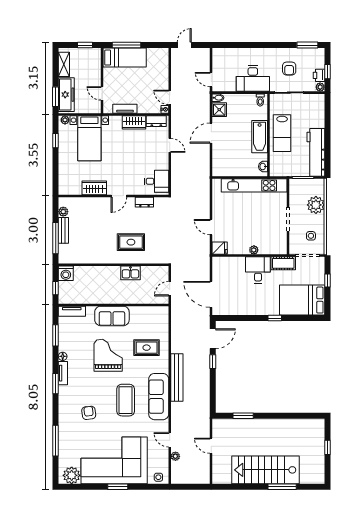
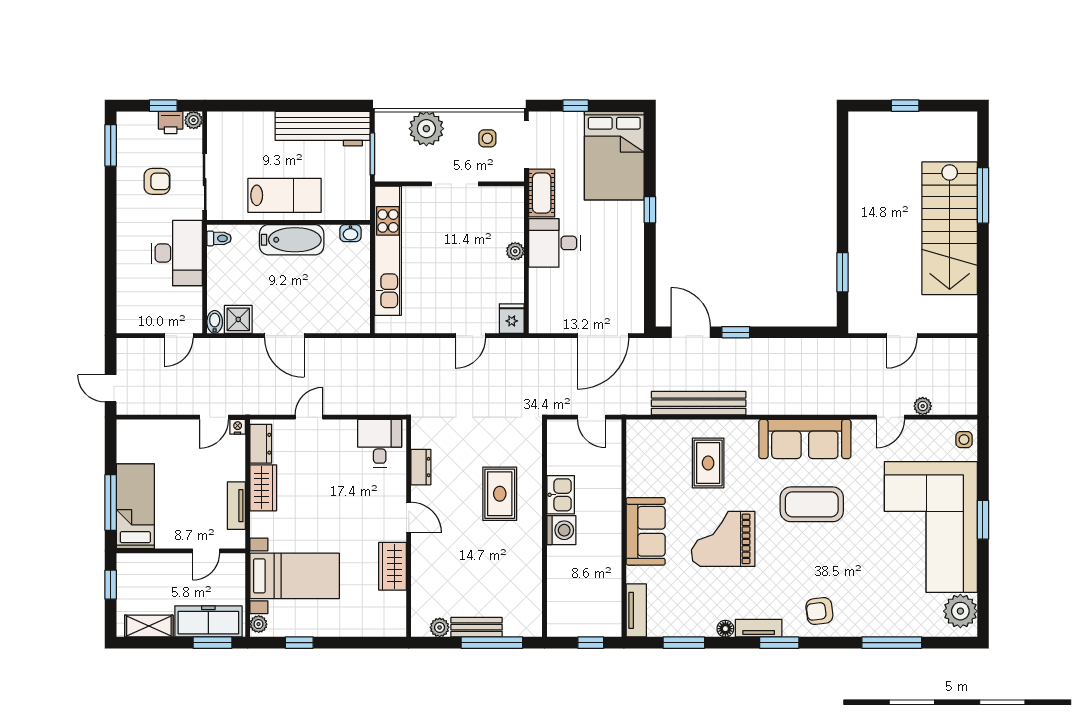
washing machine: (66, 273) -> (561, 530), moved
bench: (177, 377) -> (699, 403), moved
armchair: (89, 413) -> (819, 611), moved

